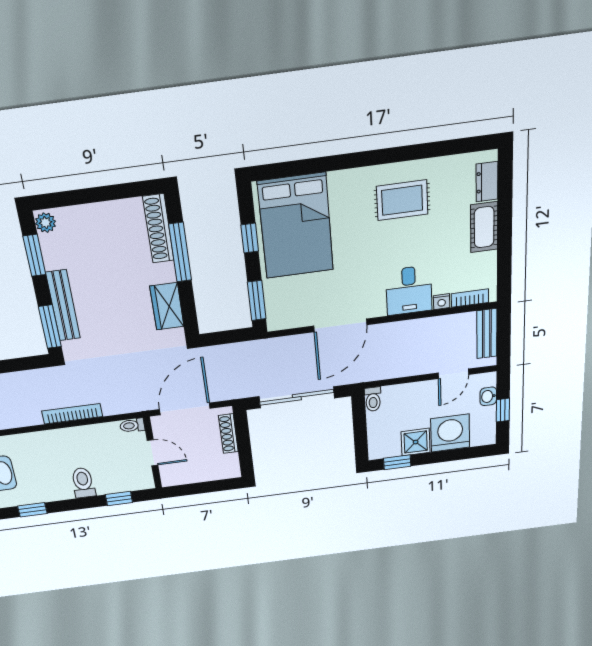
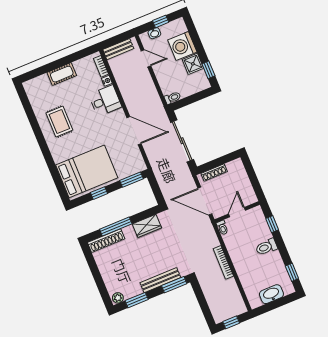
dresser: (487, 182) -> (39, 82), removed

